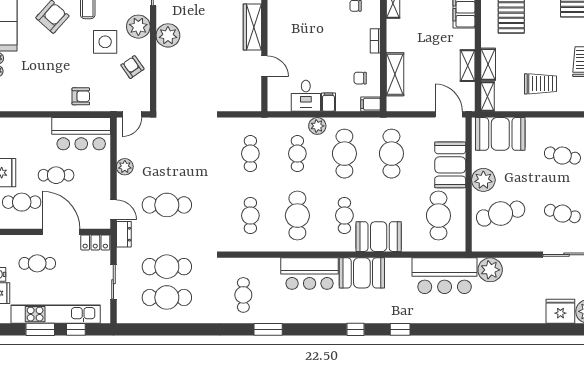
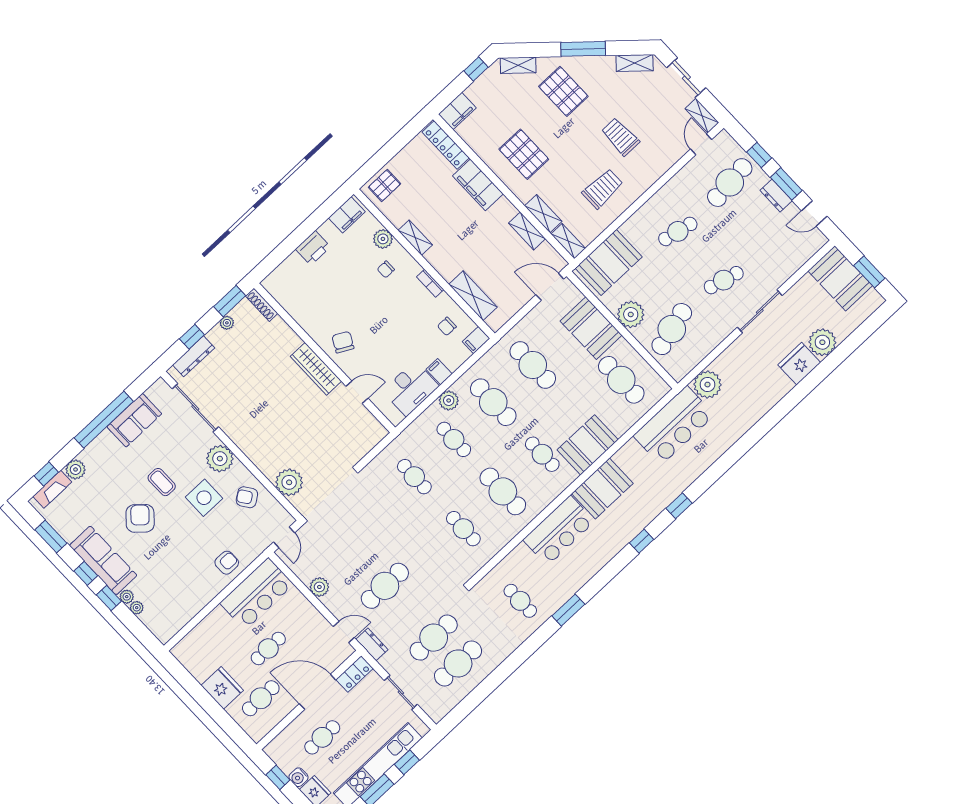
chair: (285, 26) -> (343, 342), added
plant: (168, 35) -> (289, 482), moved
desk: (306, 96) -> (411, 388), width x1.37

